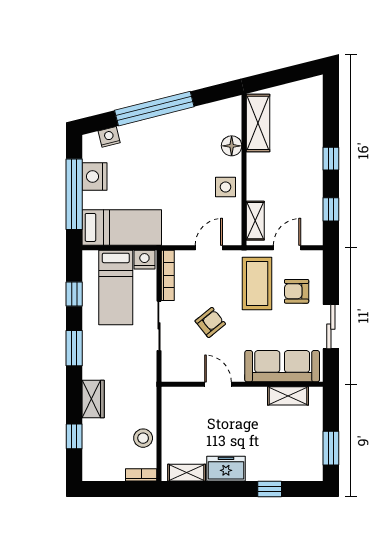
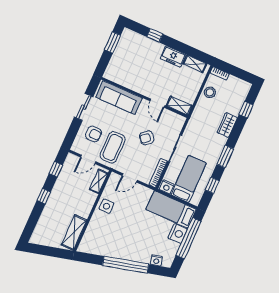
floor lamp: (232, 146) -> (93, 227), removed
nightstand: (94, 176) -> (178, 233), moved
shelving: (288, 396) -> (179, 106), moved

